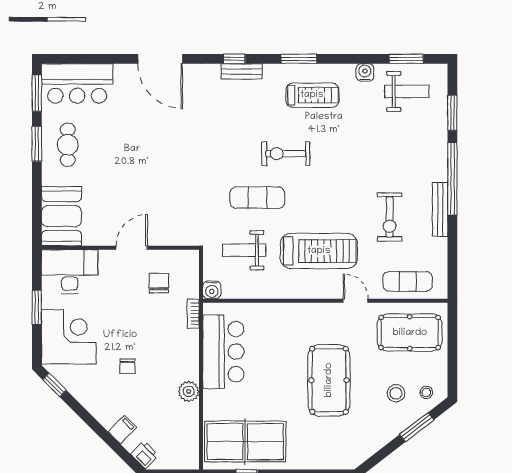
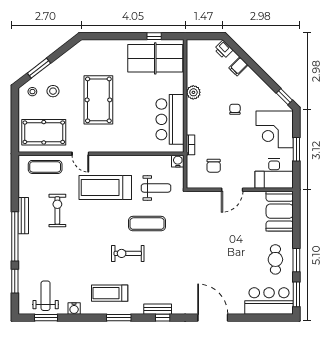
weight bench: (407, 91) -> (46, 296), turned 90
exercise bike: (286, 154) -> (128, 253), turned 180

